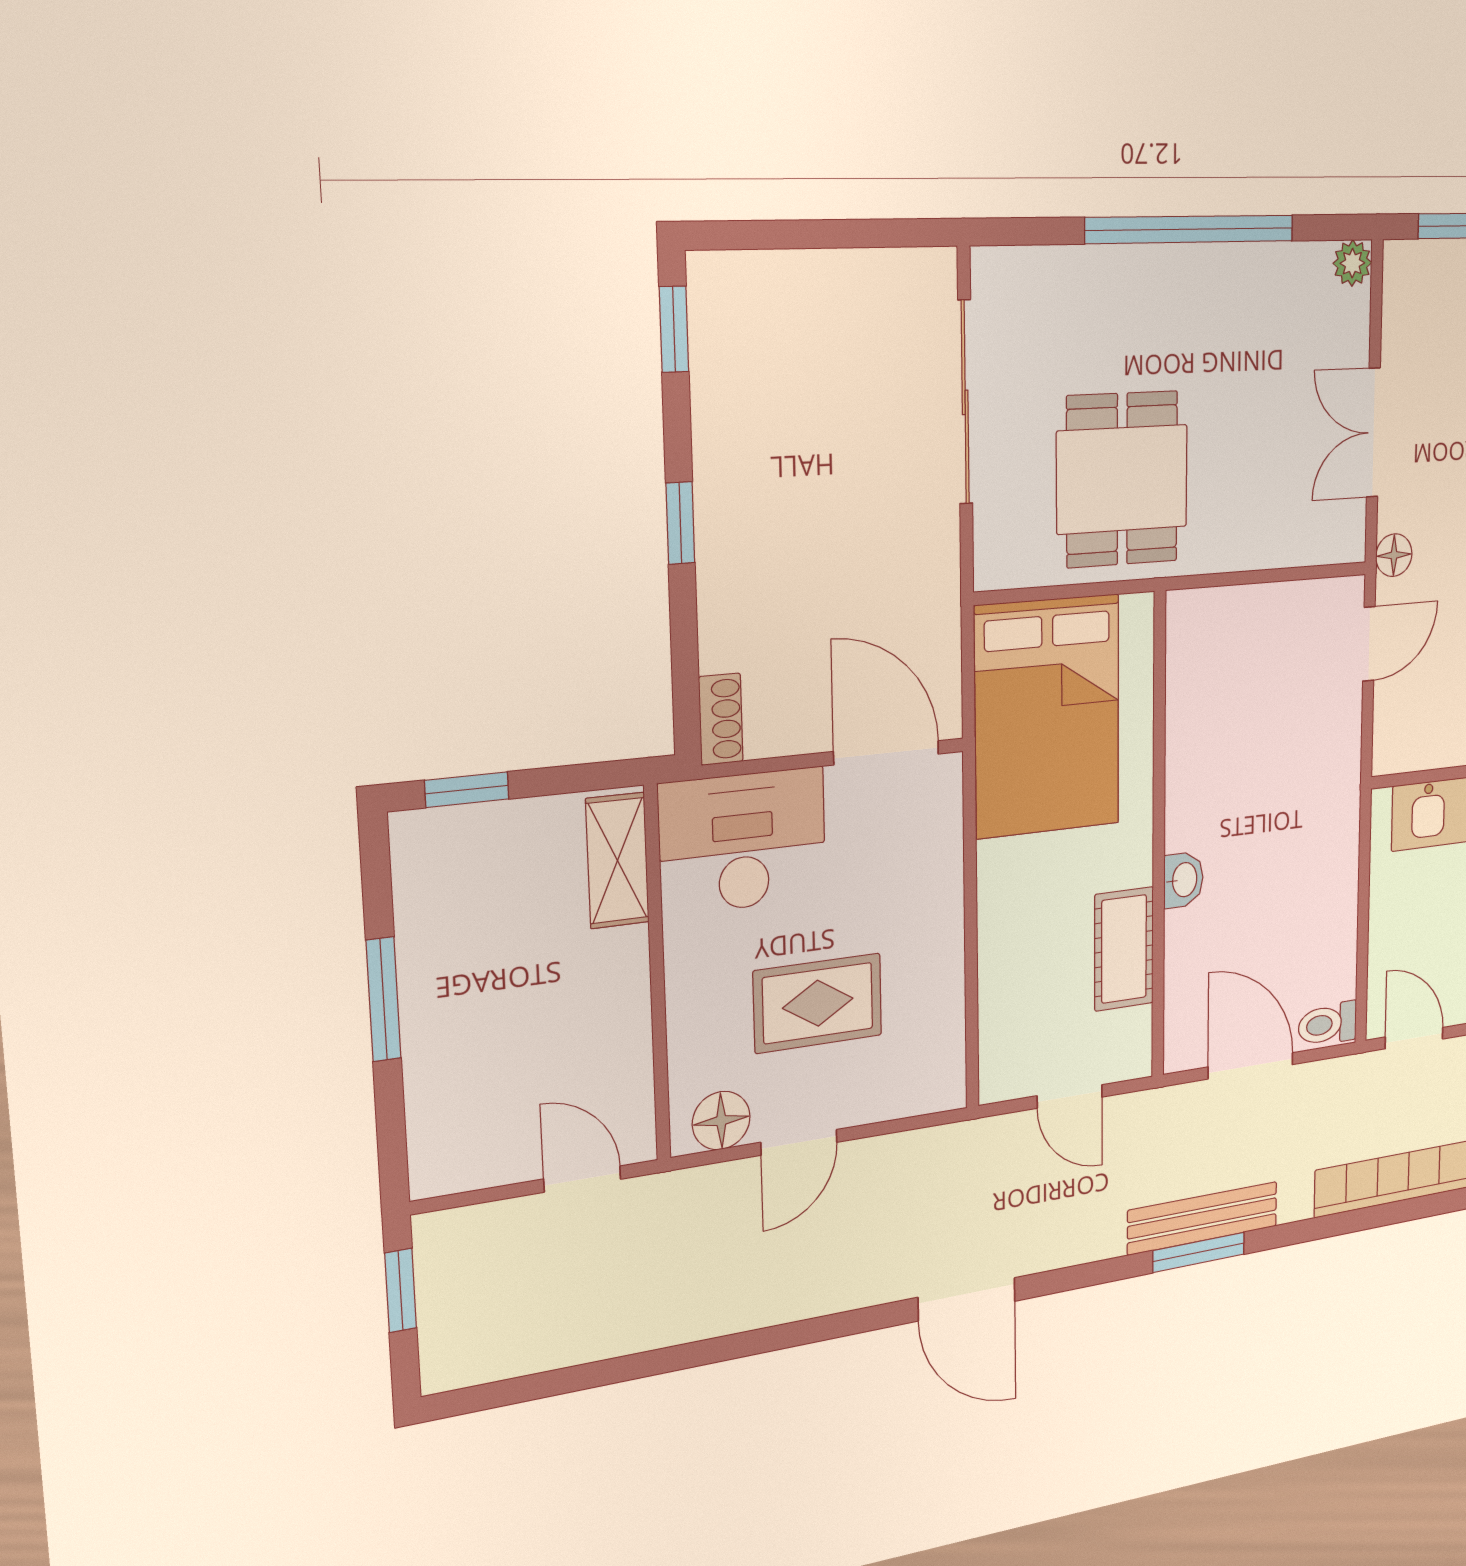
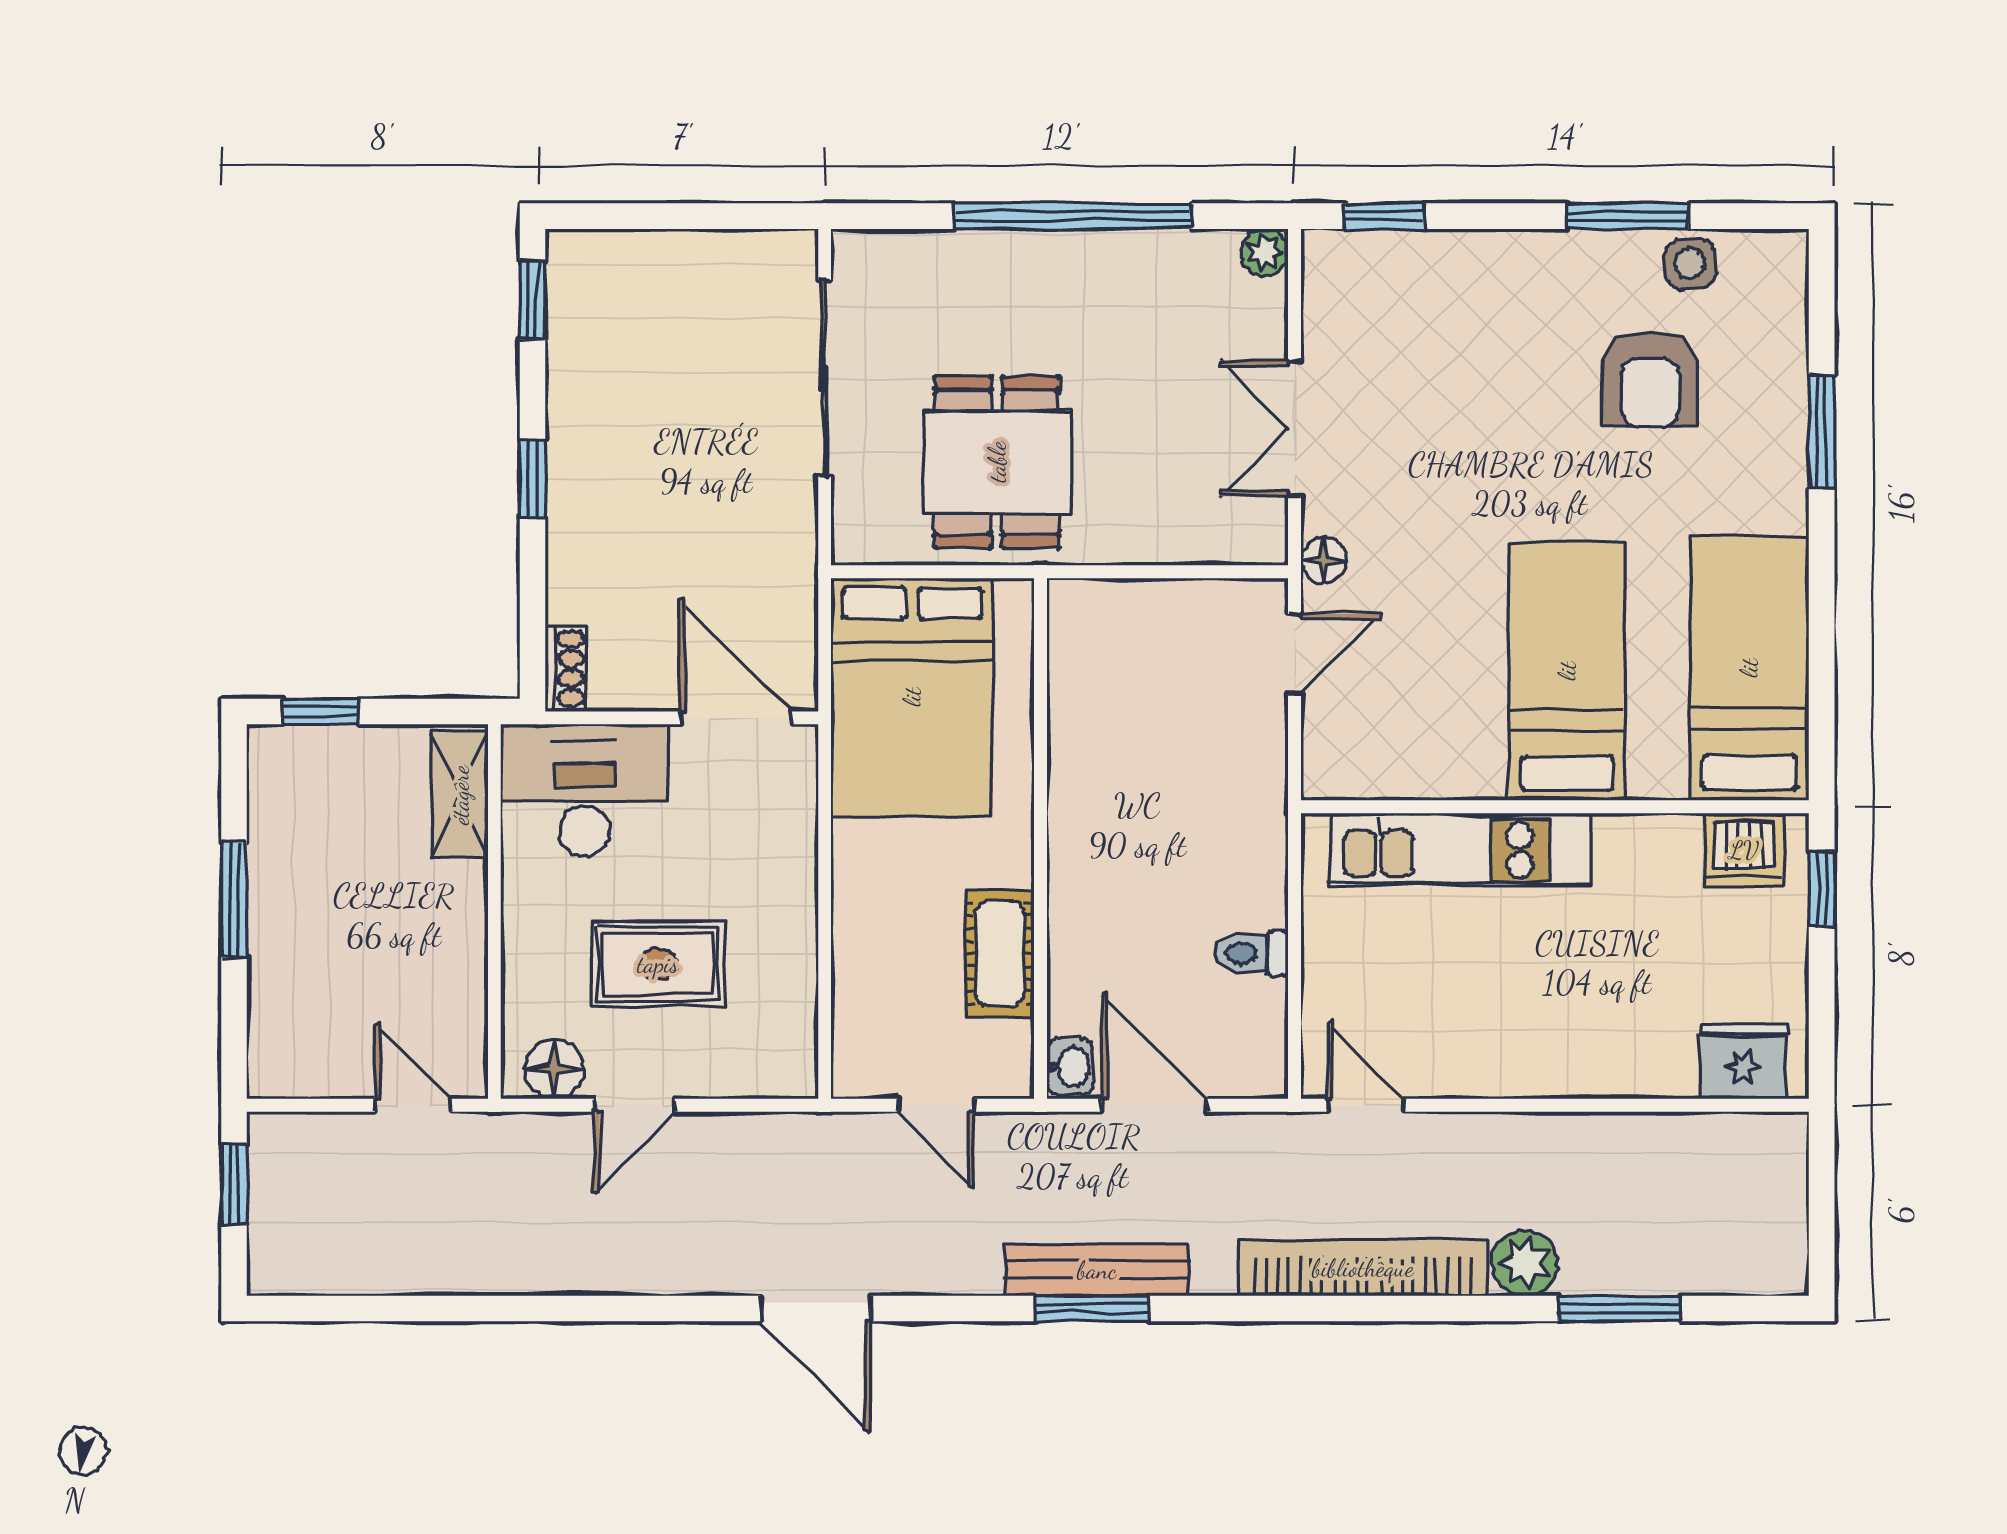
washbasin: (1184, 880) -> (1070, 1067), moved
toilet: (1327, 1024) -> (1251, 954), moved

